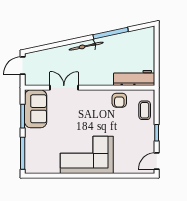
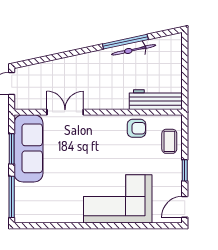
bicycle: (86, 46) -> (134, 50), moved
armchair: (119, 100) -> (136, 128), turned -90
sofa: (36, 109) -> (29, 148), width x1.36
corner sofa: (87, 155) -> (118, 199), moved

